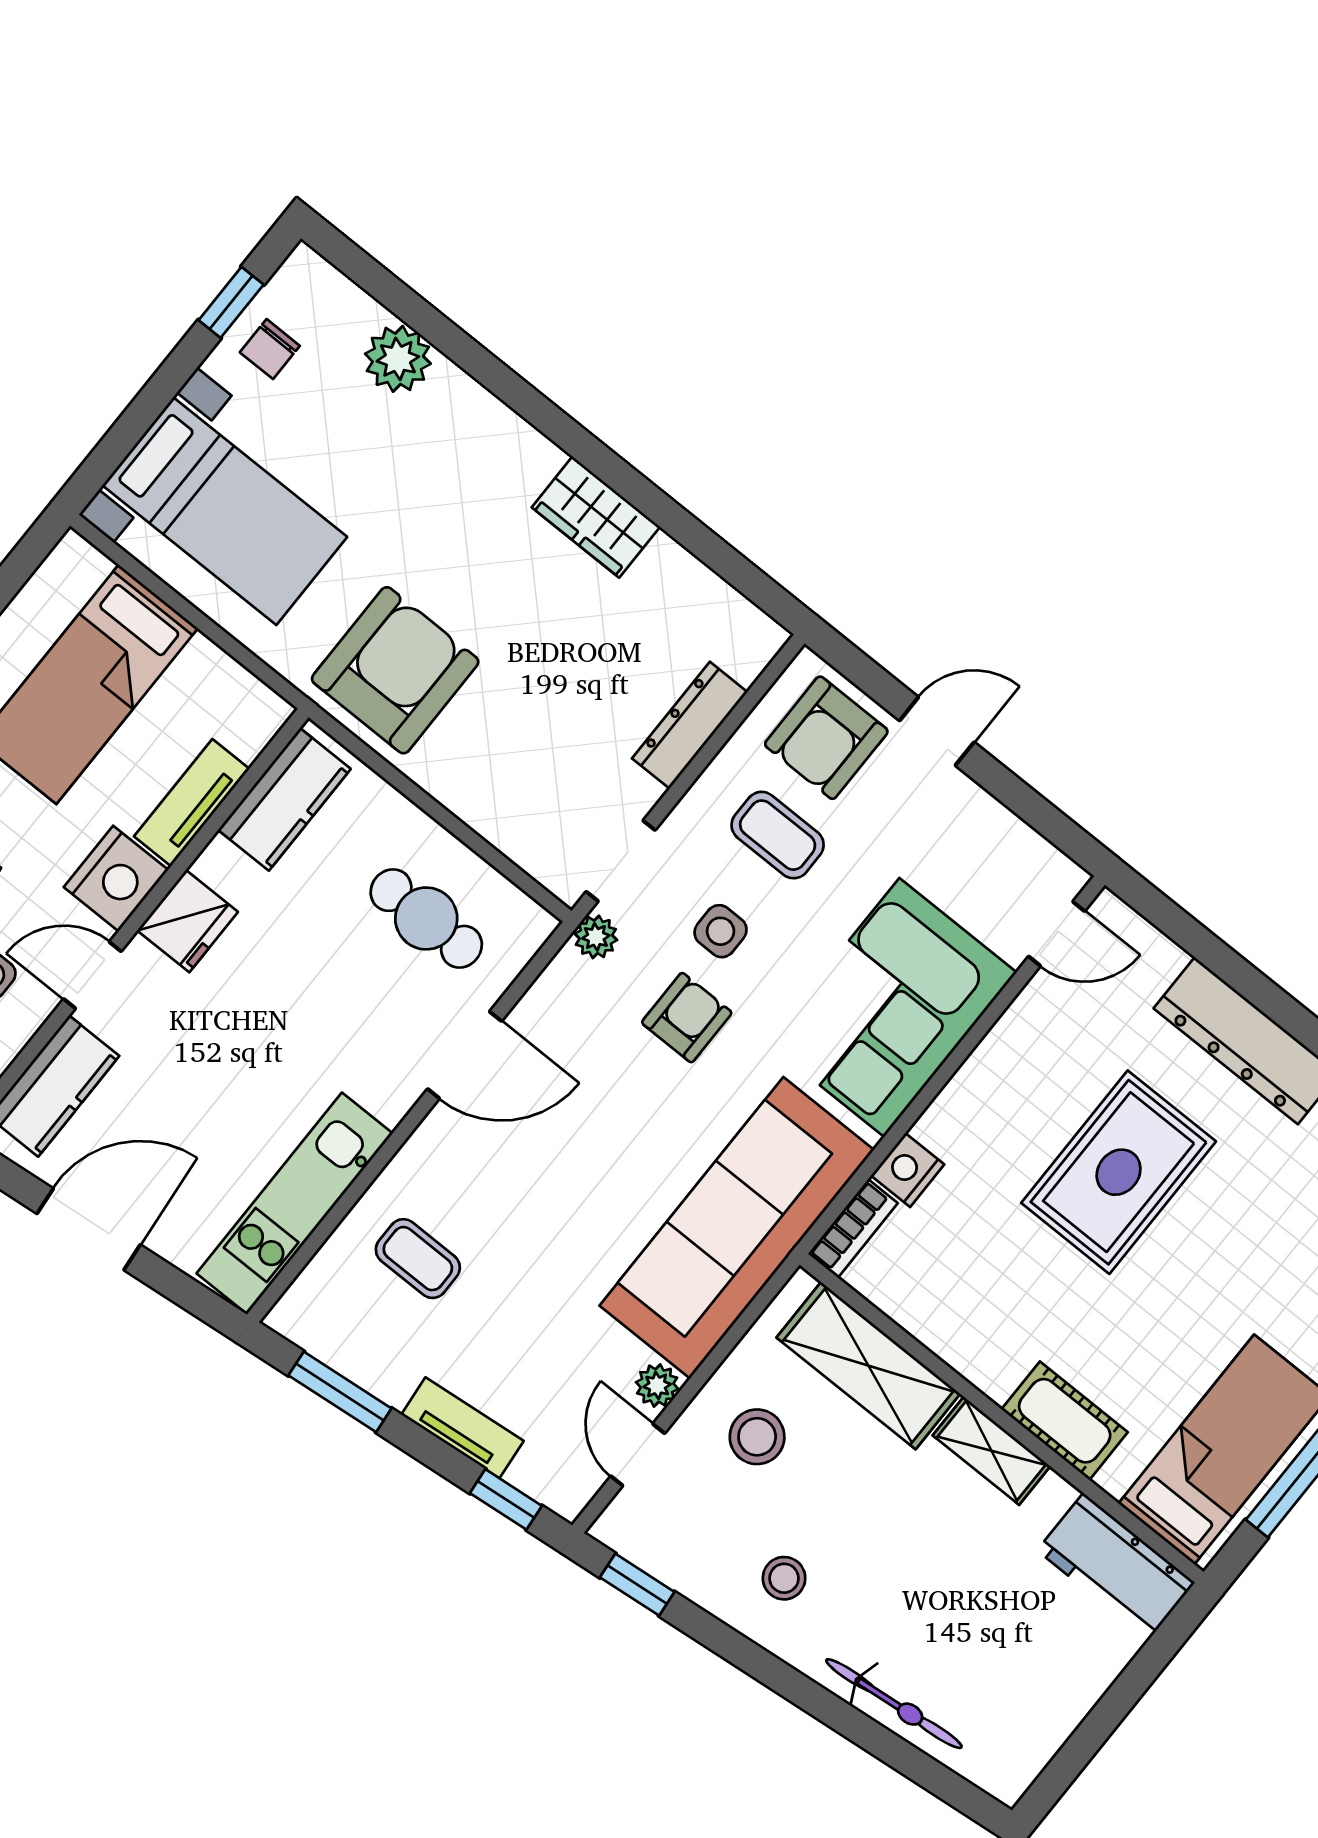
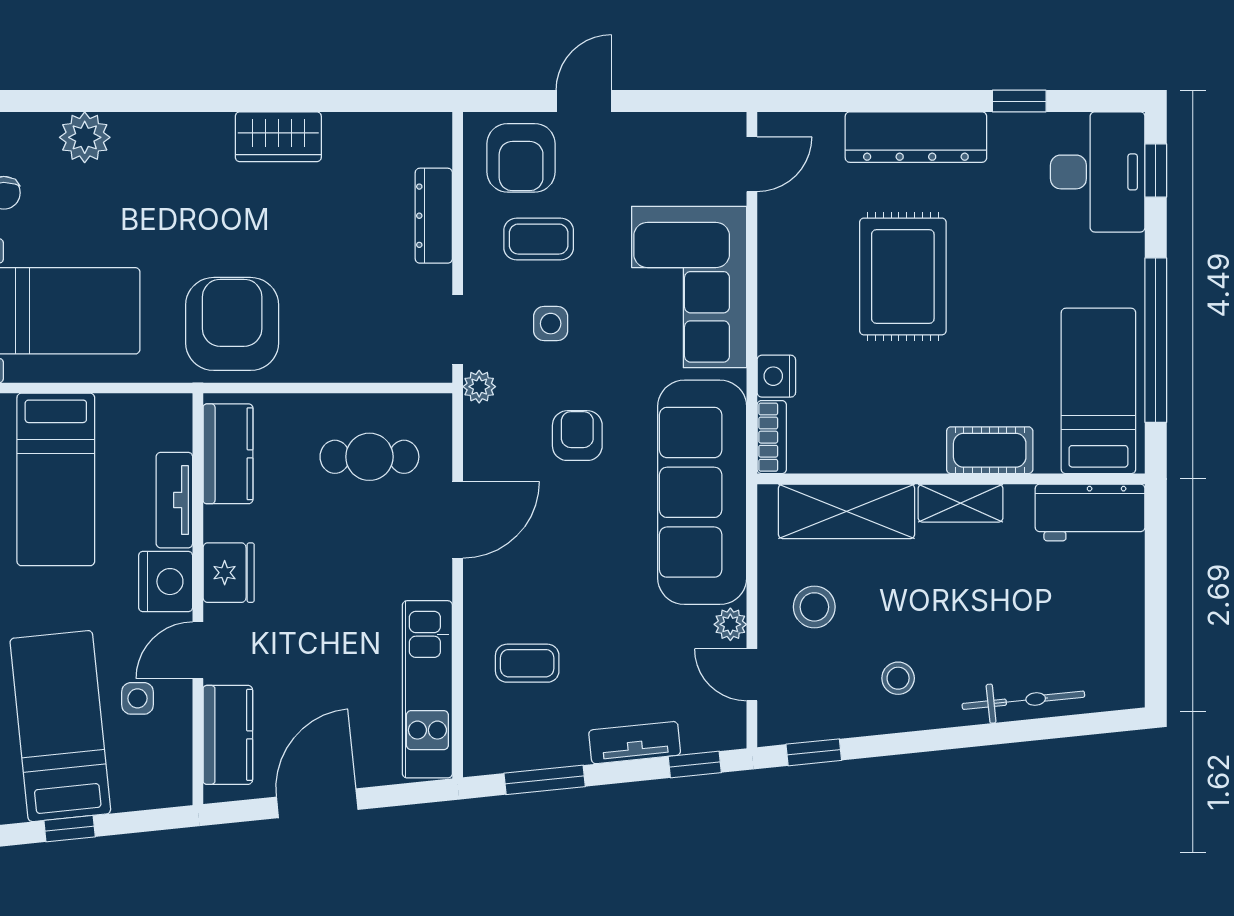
armchair: (687, 1018) -> (577, 436), moved

